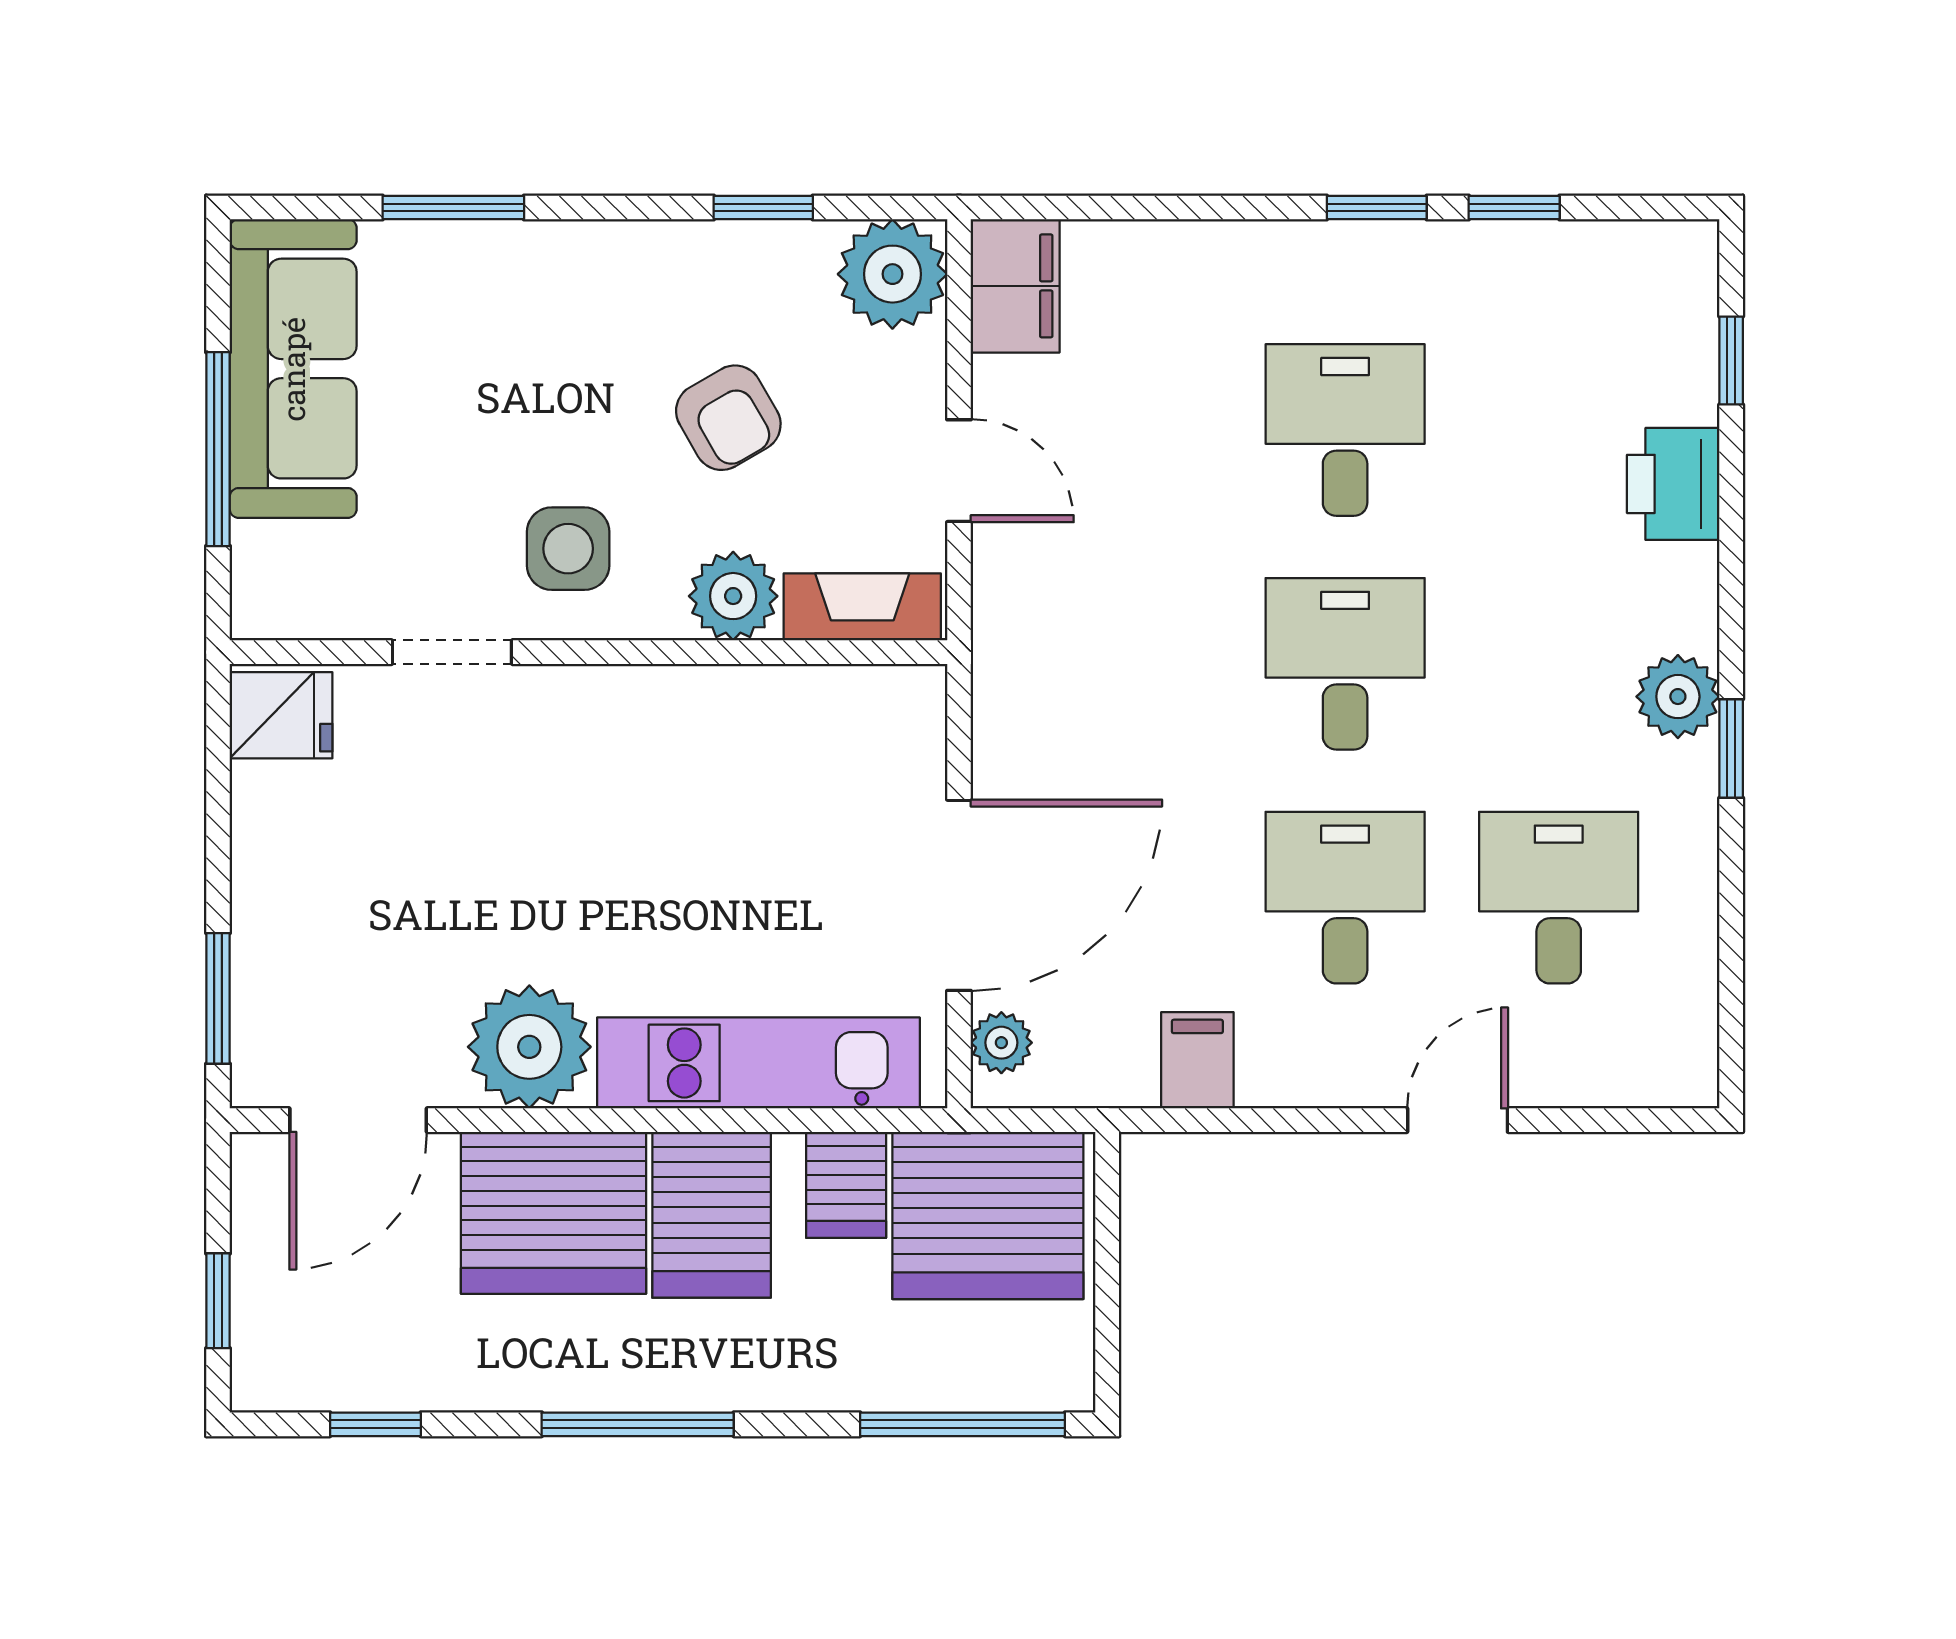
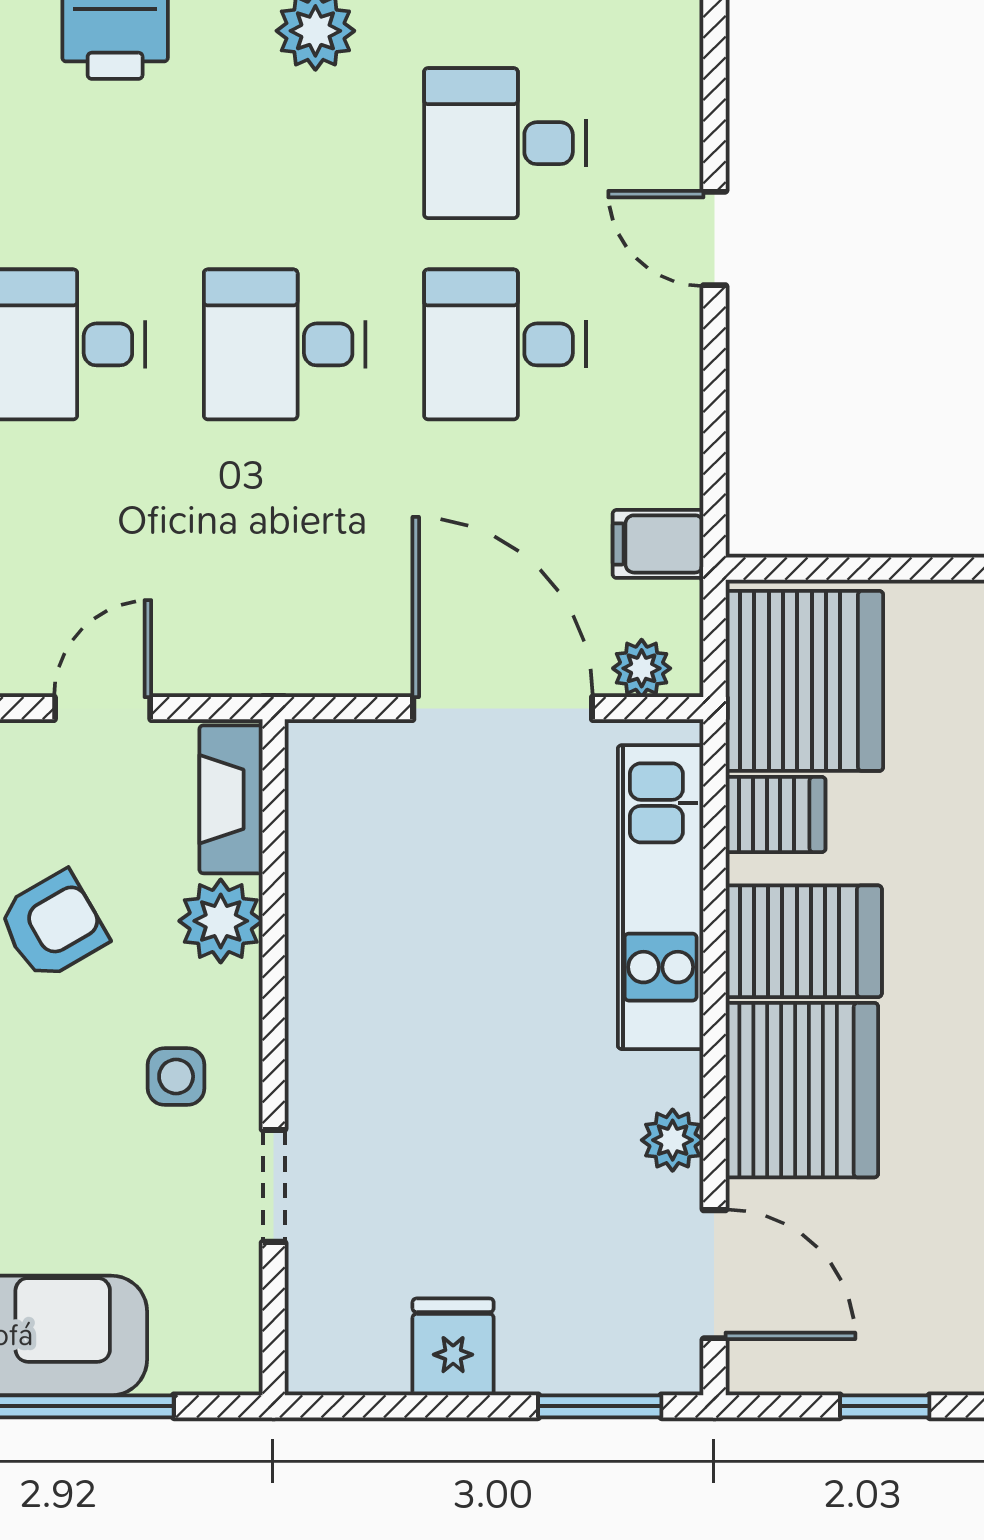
side table: (568, 549) -> (176, 1076), width x0.73, depth x0.73
fridge: (281, 715) -> (453, 1347), moved
plant: (529, 1047) -> (673, 1140), width x0.53, depth x0.53
filing cabinet: (1197, 1060) -> (658, 544), moved

